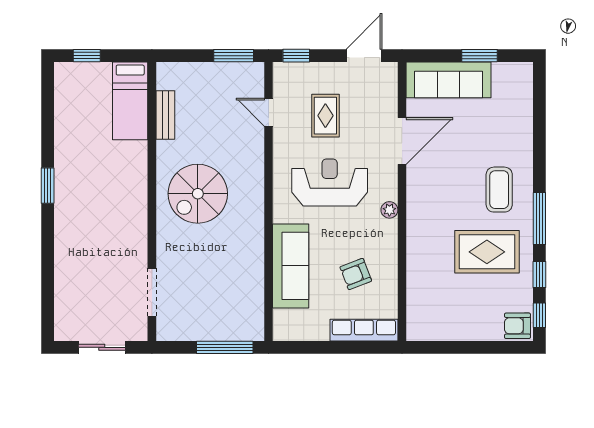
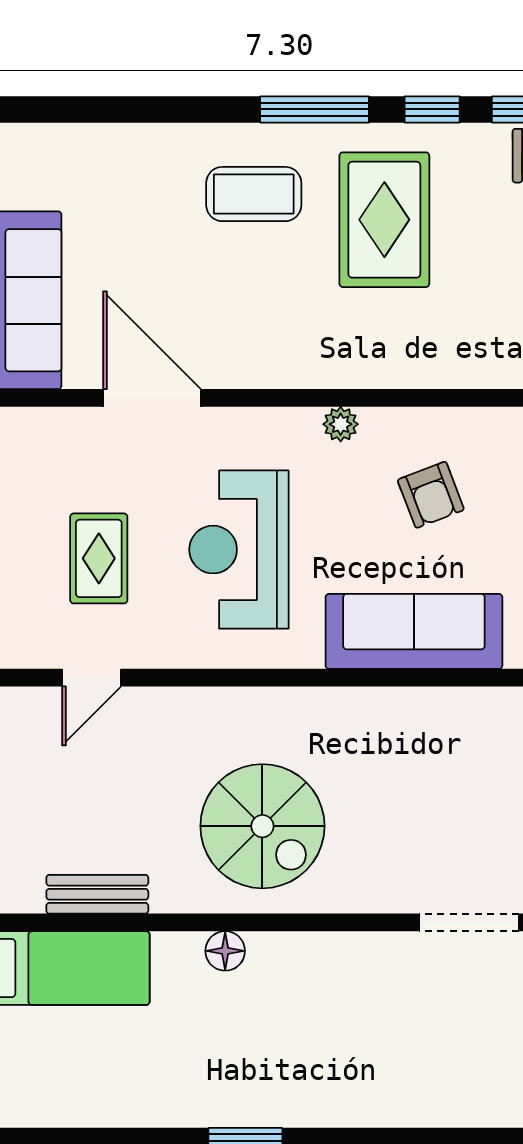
rug: (325, 116) -> (99, 558), turned 90
floor lamp: (138, 176) -> (225, 951), added
plant: (389, 210) -> (341, 424), moved

